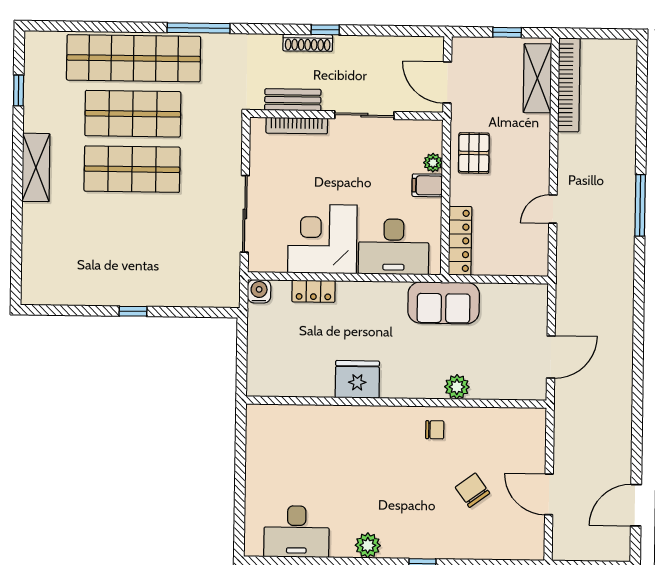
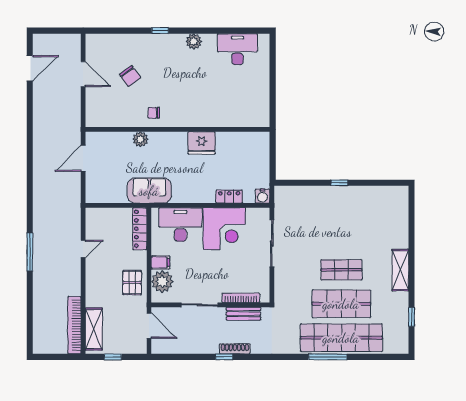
window: (199, 28) -> (328, 357), moved
plant: (433, 163) -> (162, 281), width x1.87, depth x1.87
shop shelf: (132, 169) -> (341, 270), width x0.70, depth x0.74

